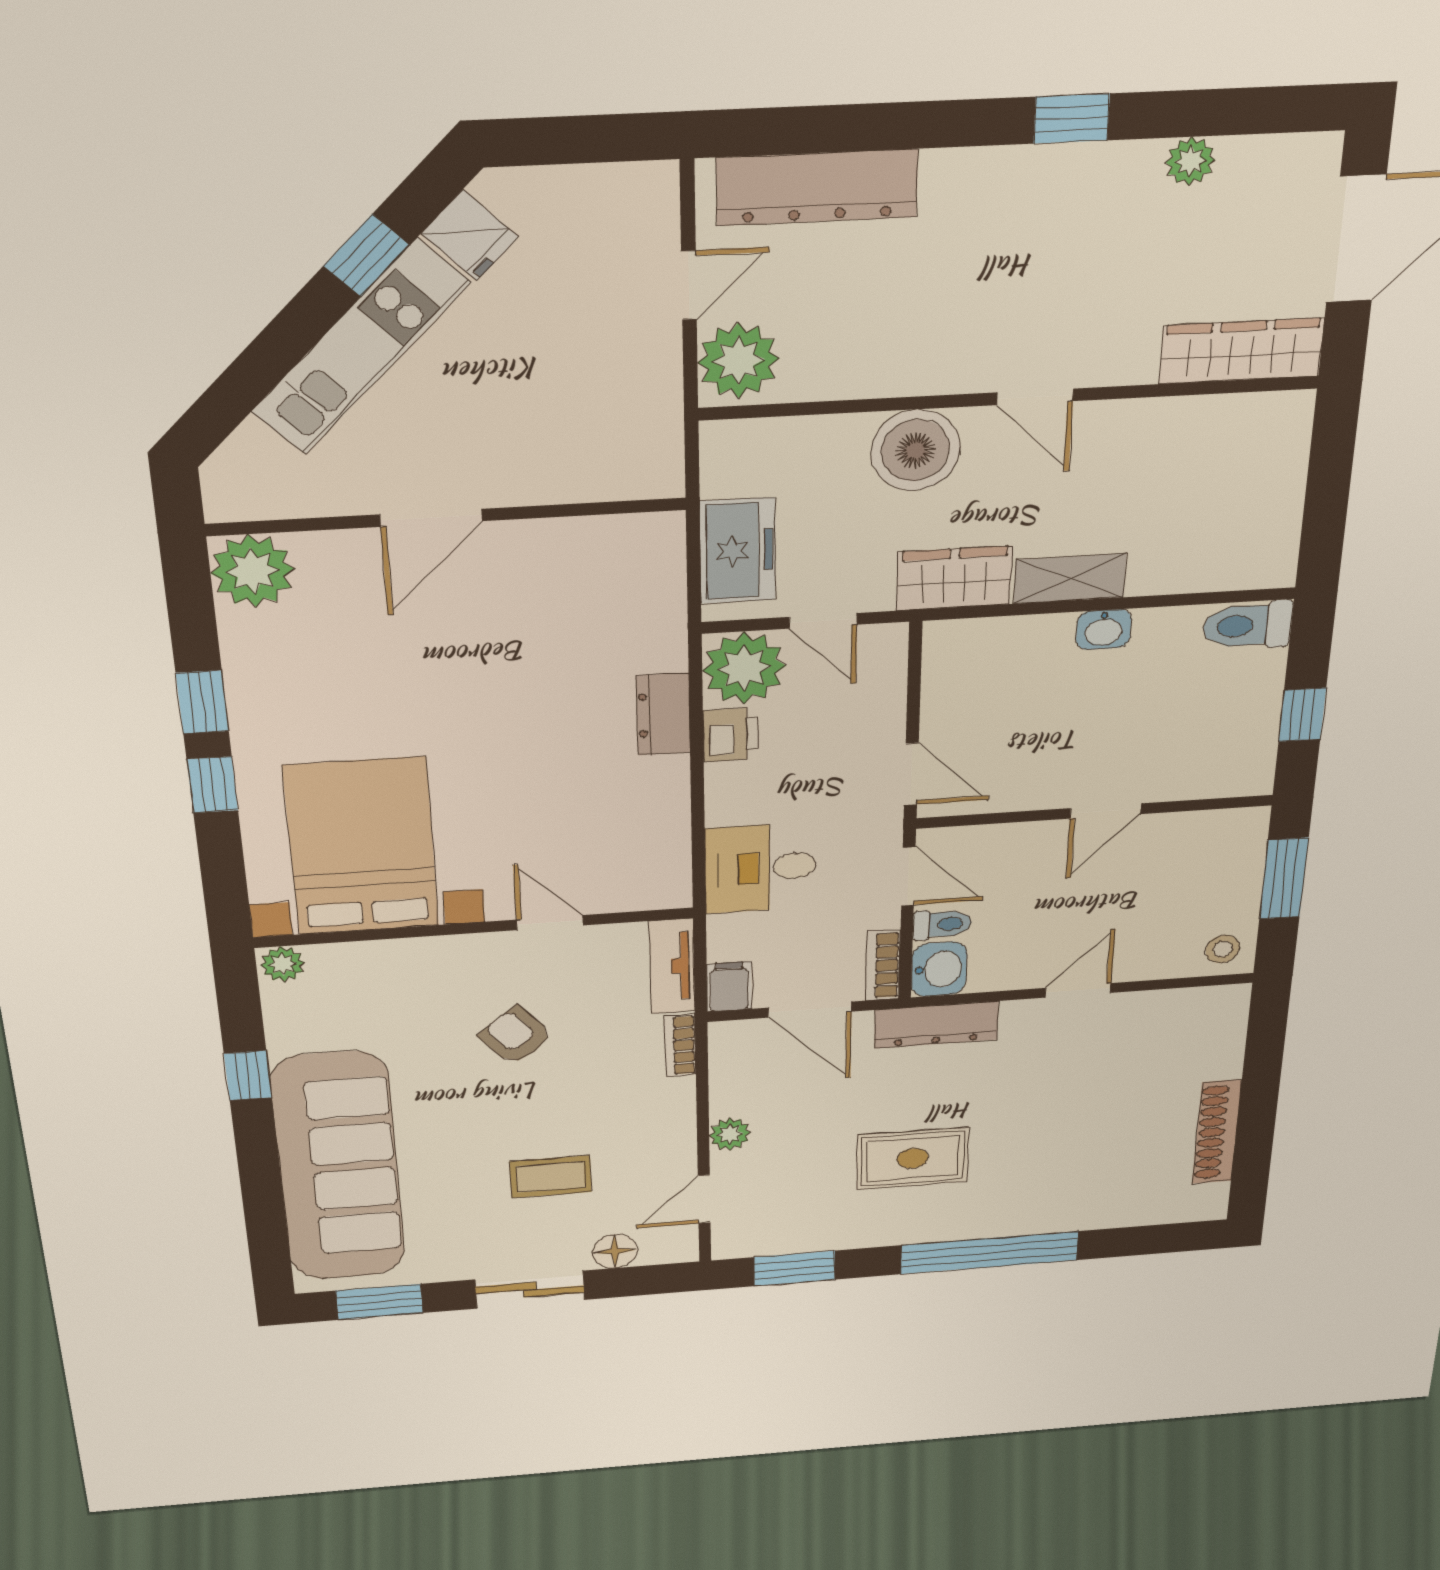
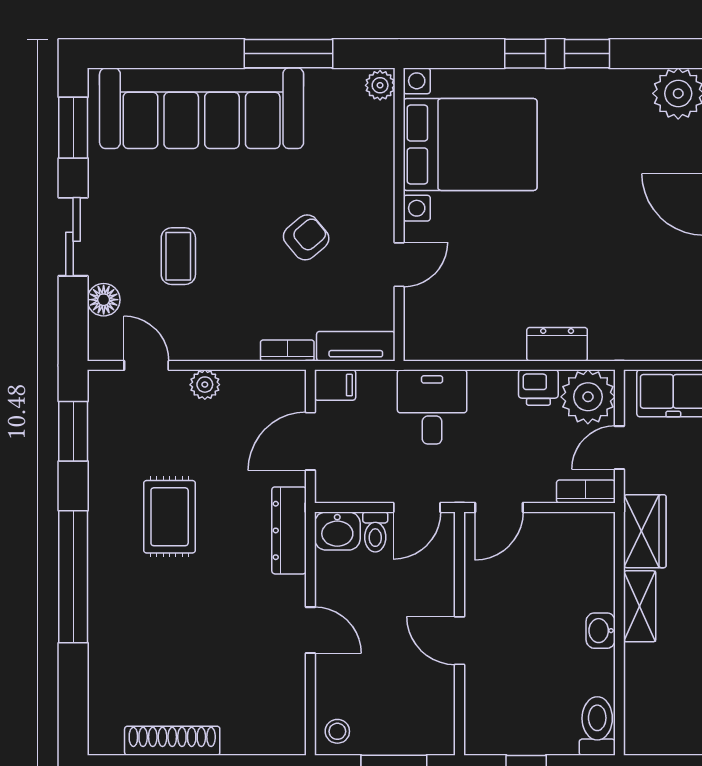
bookcase: (883, 966) -> (586, 492), moved
window: (248, 1076) -> (288, 54), width x2.17

